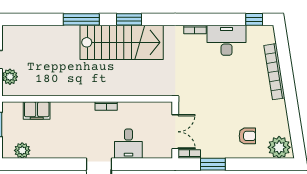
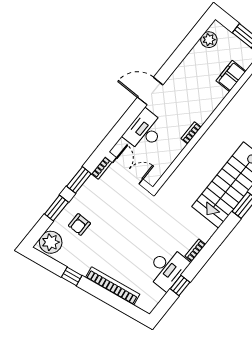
window: (254, 19) -> (180, 285), moved
window: (293, 110) -> (72, 276), added
double door: (175, 132) -> (128, 171), swing flipped
desk: (128, 144) -> (145, 131), width x1.37
window: (249, 164) -> (56, 208), added

